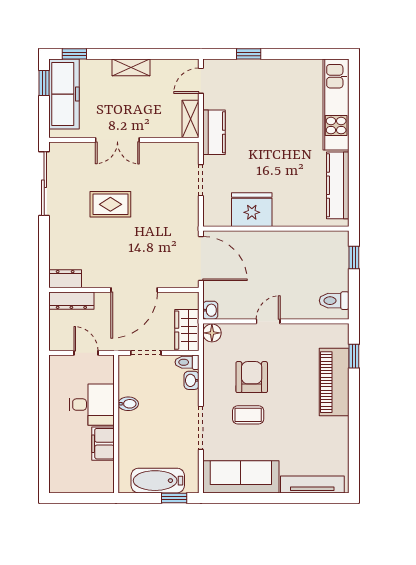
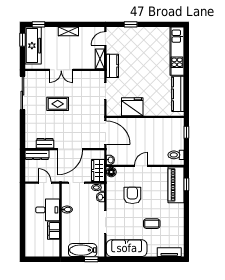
dresser: (65, 279) -> (45, 143), moved
piano: (334, 382) -> (176, 185), moved
coffee table: (248, 415) -> (152, 224), moved
tv unit: (312, 484) -> (169, 252), width x0.71

